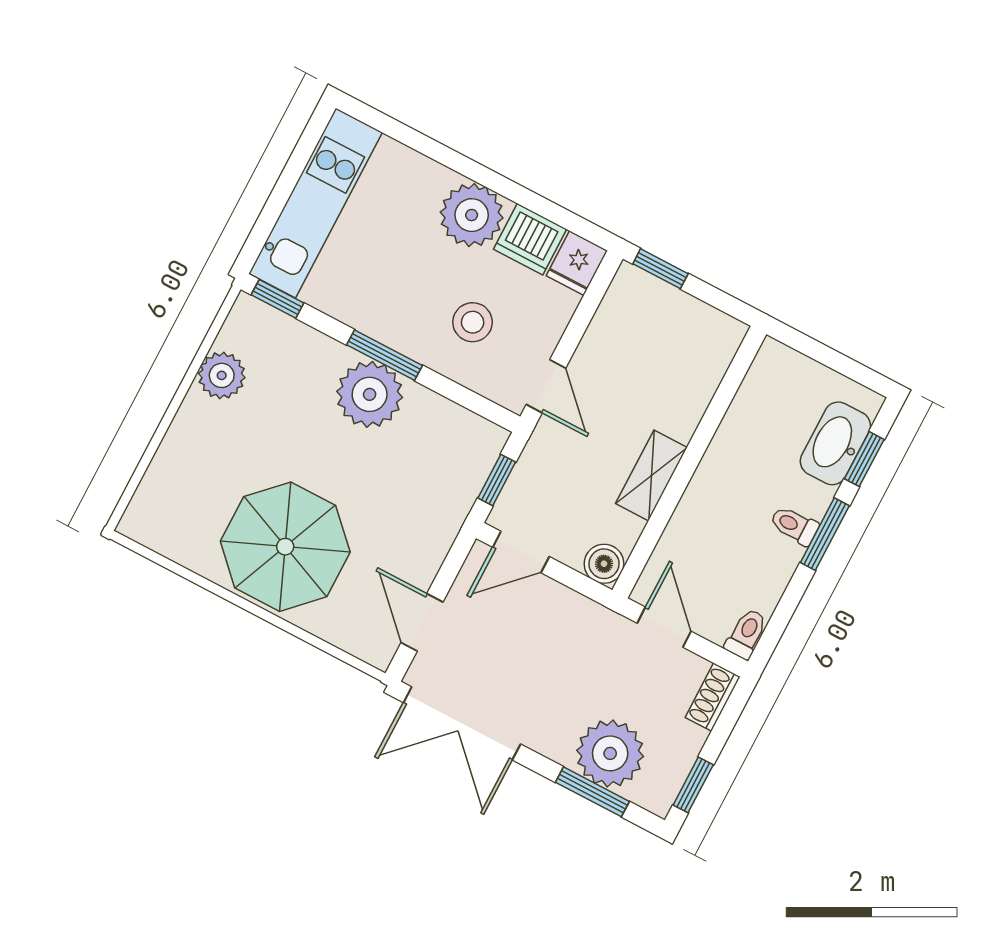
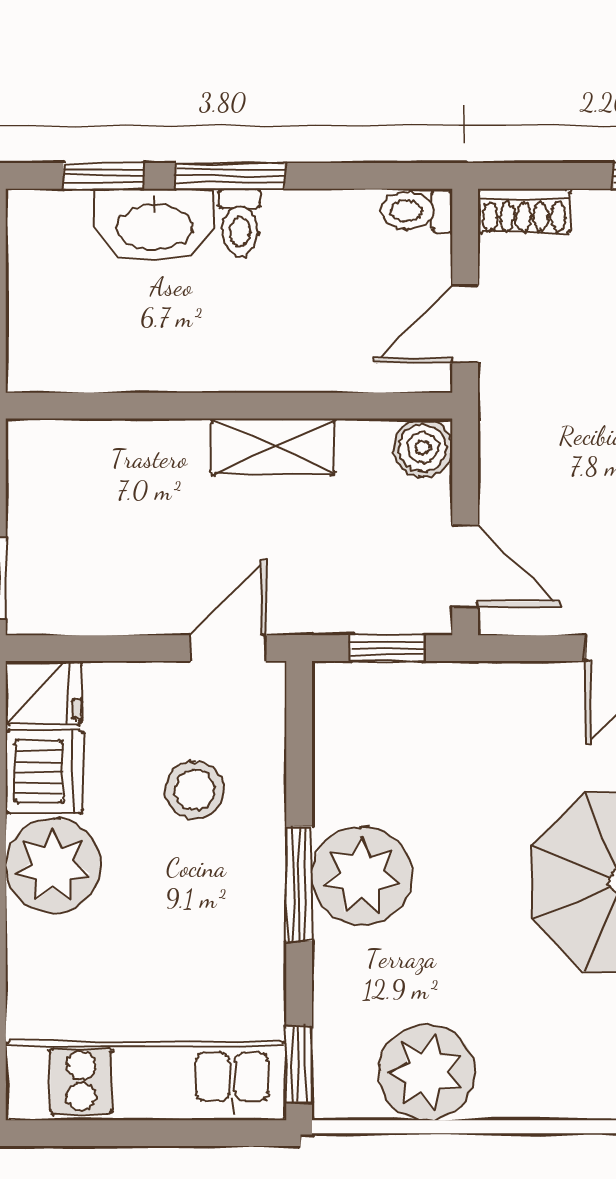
plant: (222, 375) -> (427, 1072), width x1.36, depth x1.36
washbasin: (835, 443) -> (154, 225), moved

